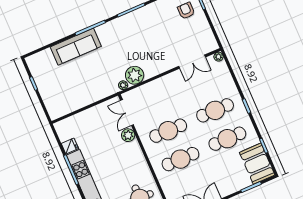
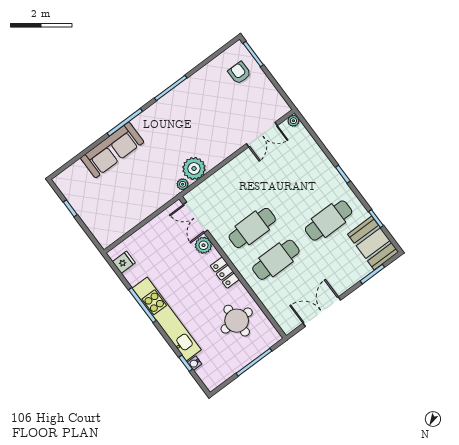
cafe table: (215, 110) -> (305, 189), removed
fridge: (70, 146) -> (124, 262), moved
locker: (139, 160) -> (225, 273), added

